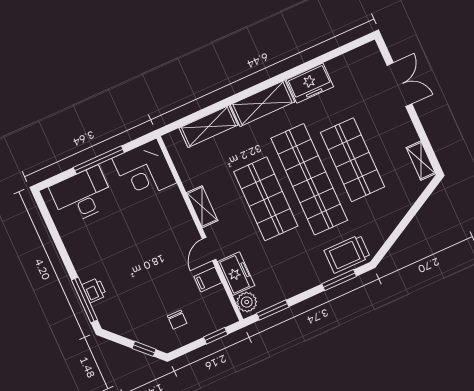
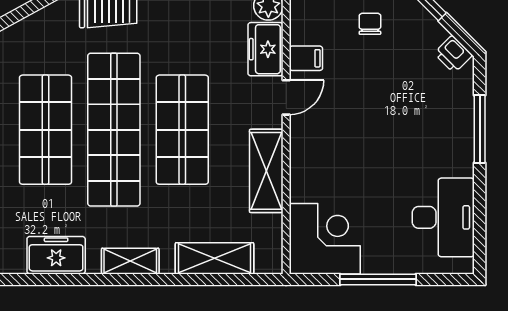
shelving: (262, 103) -> (130, 261), width x0.67, depth x0.75
desk: (82, 195) -> (443, 217), moved, turned -90
shelving: (202, 207) -> (266, 171), width x1.50, depth x1.33
printer: (94, 290) -> (453, 54), moved, turned -45
window: (84, 300) -> (480, 129), moved

